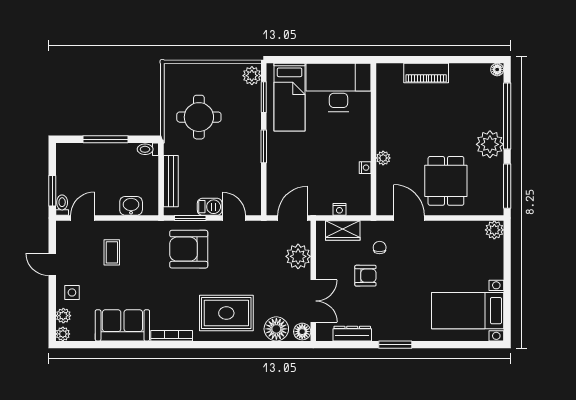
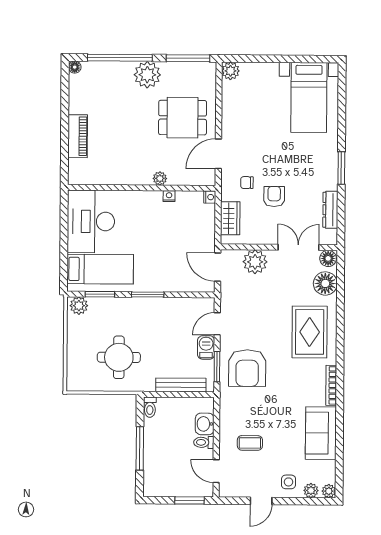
toilet: (62, 205) -> (204, 442), moved
nightstand: (339, 209) -> (210, 197), moved

